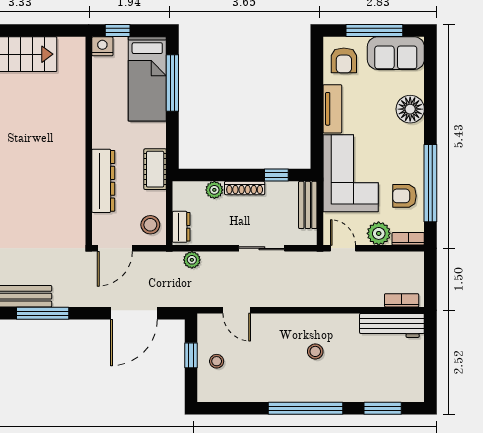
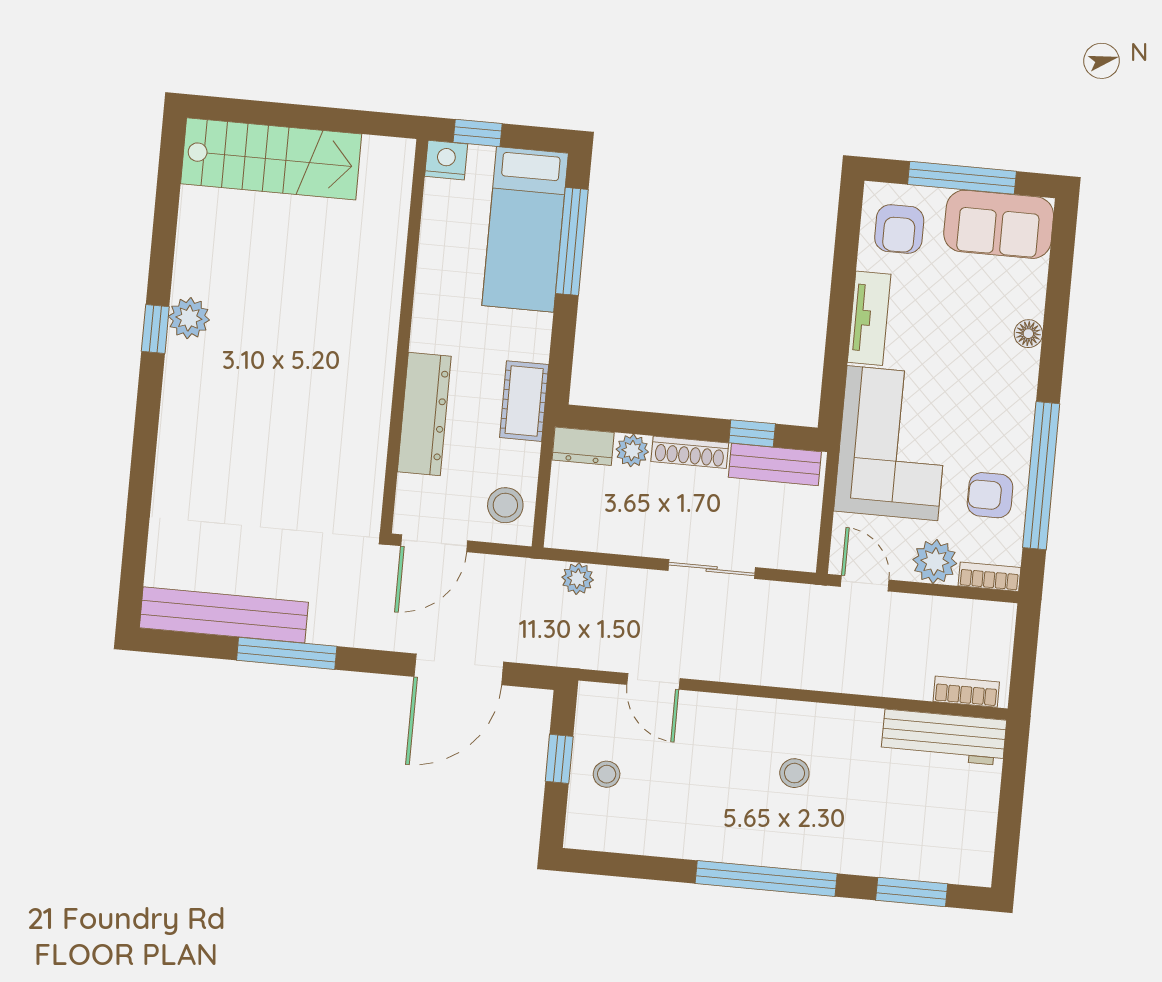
floor lamp: (410, 109) -> (1028, 334), width x0.53, depth x0.53
bench: (308, 205) -> (775, 465), moved, turned 90
dresser: (181, 227) -> (583, 446), moved, turned 90

